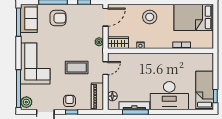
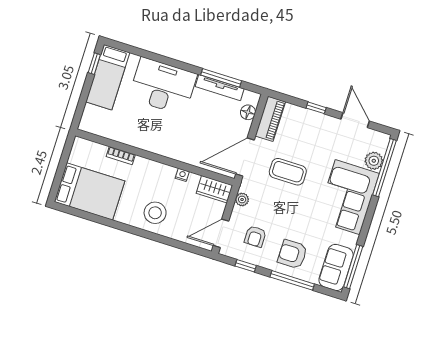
door: (106, 68) -> (245, 157), width x1.88
armchair: (70, 101) -> (255, 236), moved
plant: (26, 102) -> (374, 161), moved

